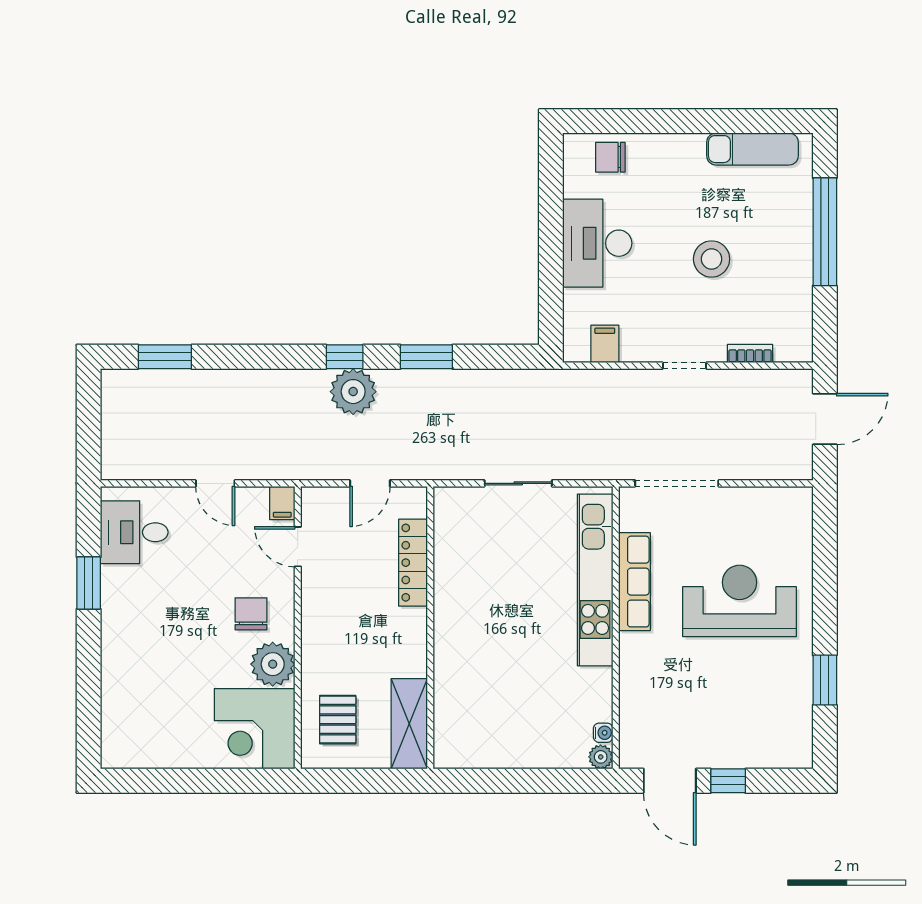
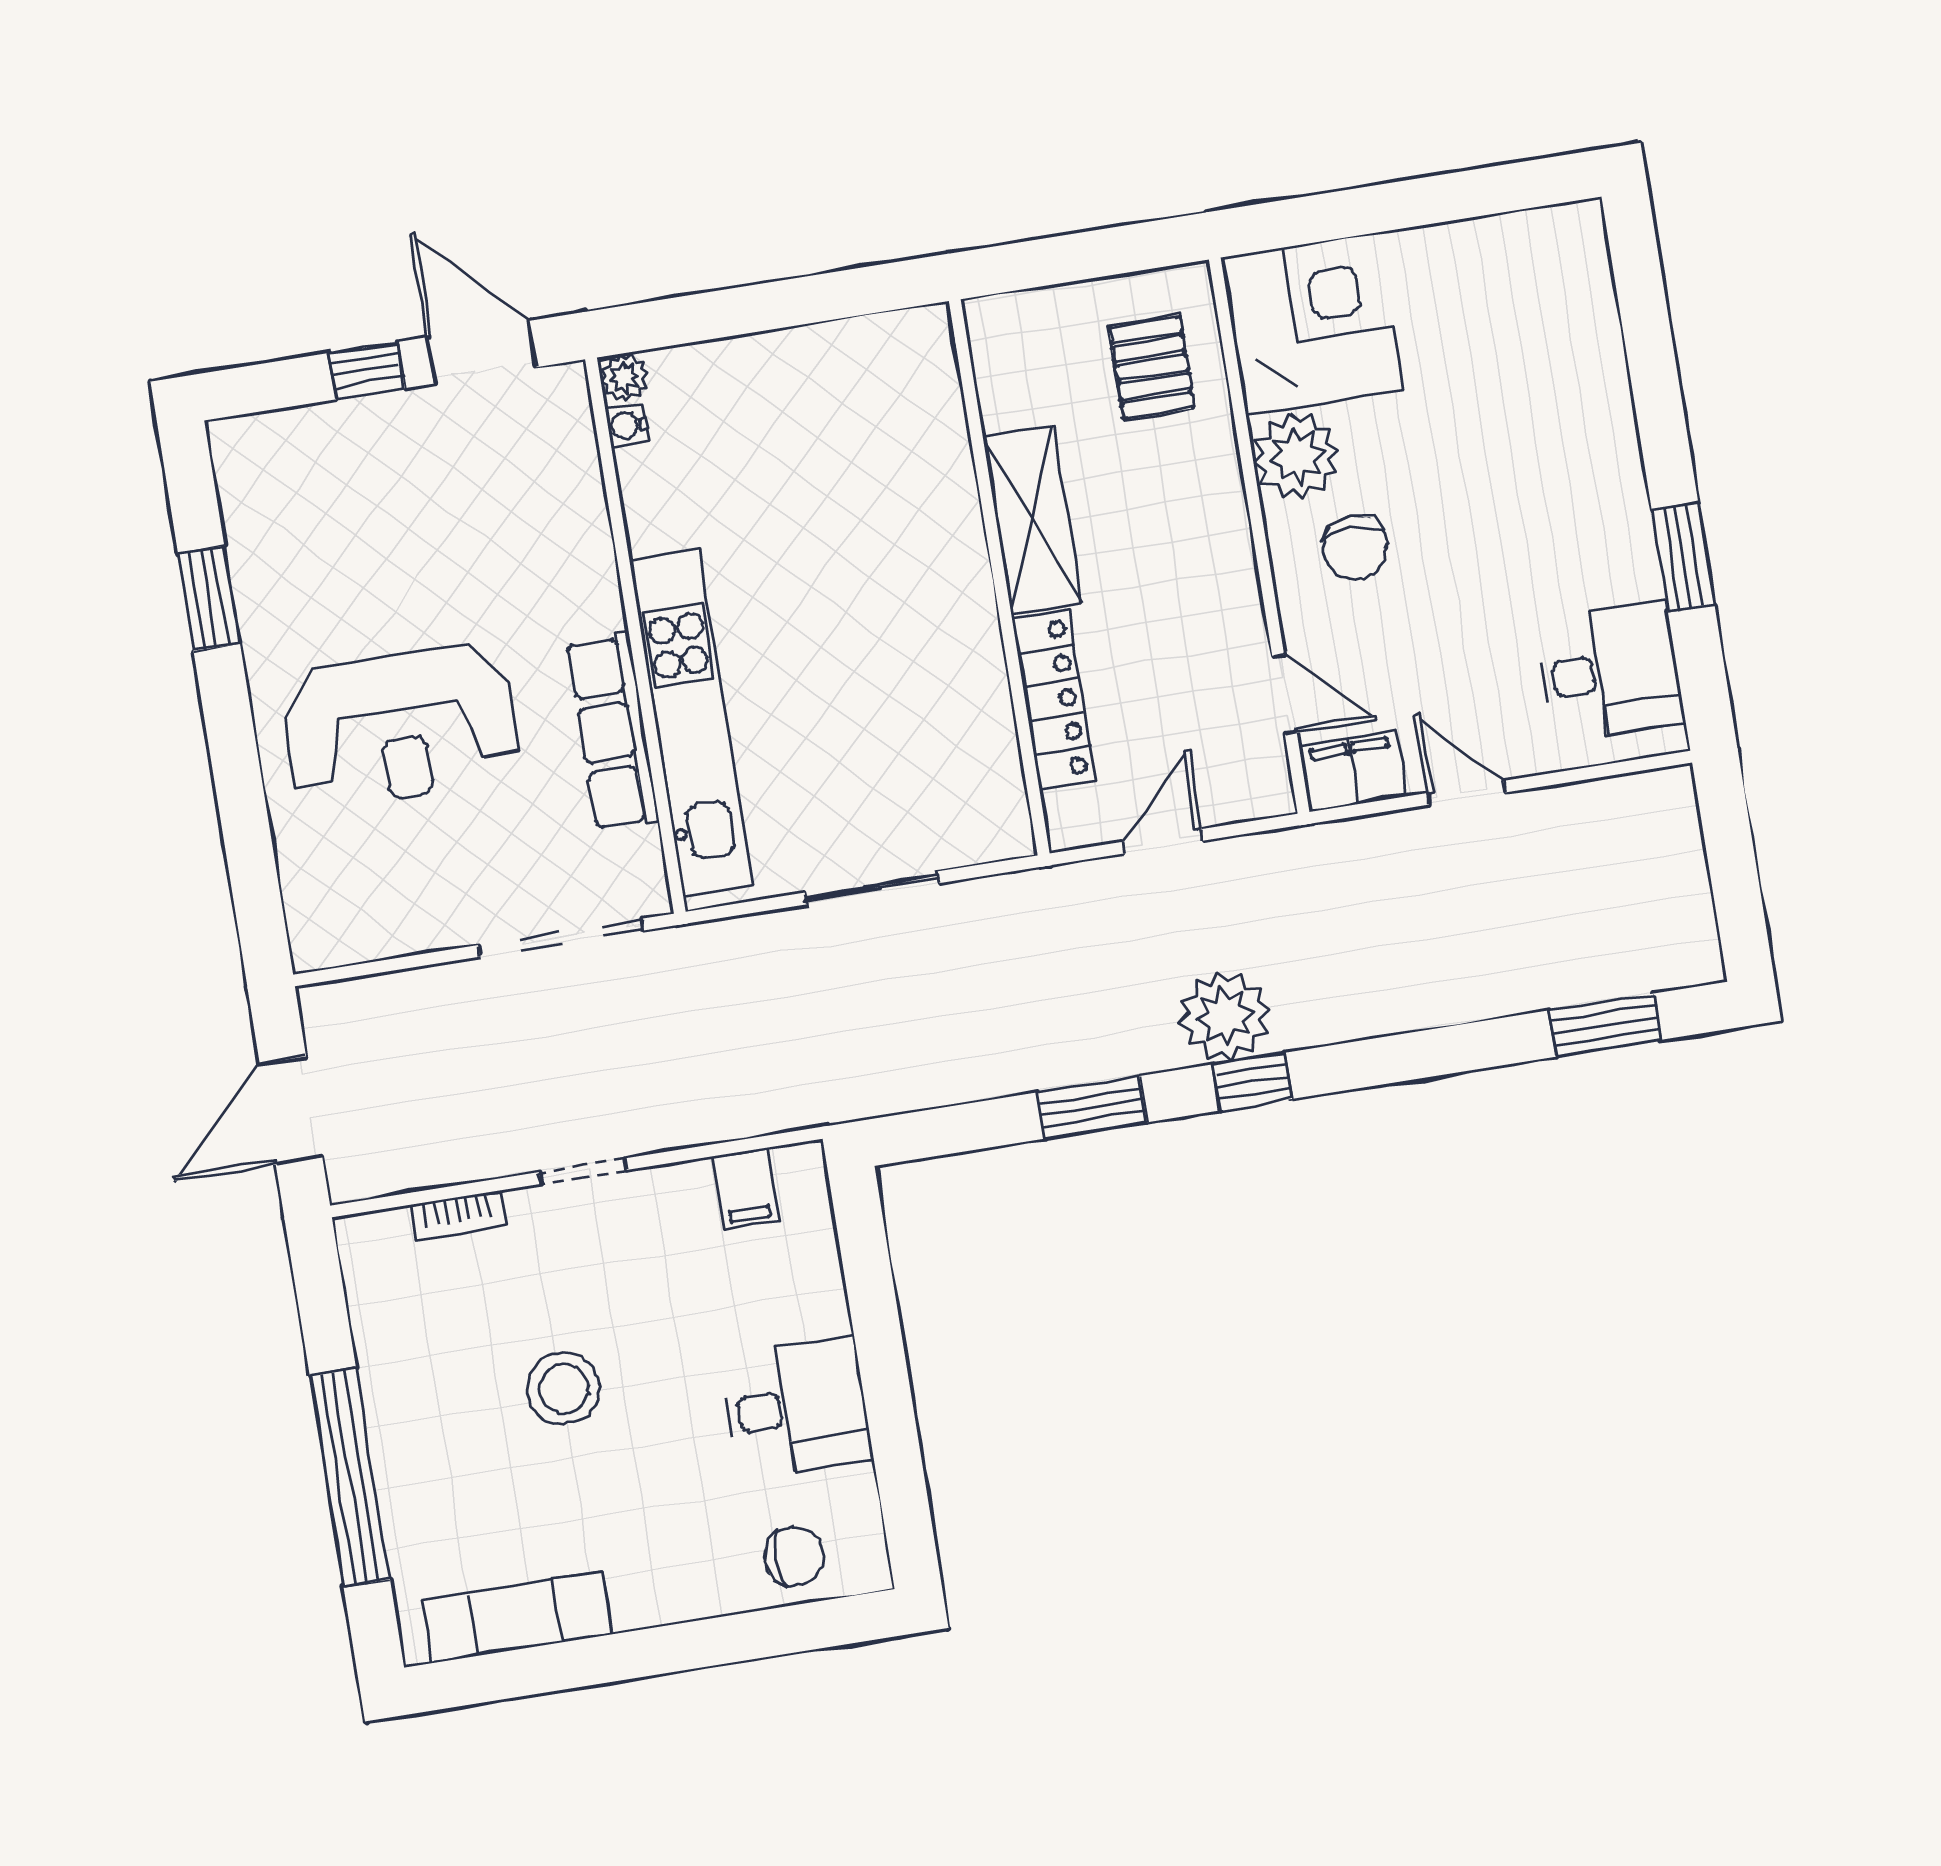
desk: (597, 243) -> (796, 1407), width x0.73
filing cabinet: (282, 503) -> (1353, 771), width x2.00
shelving: (409, 724) -> (1032, 520), moved

